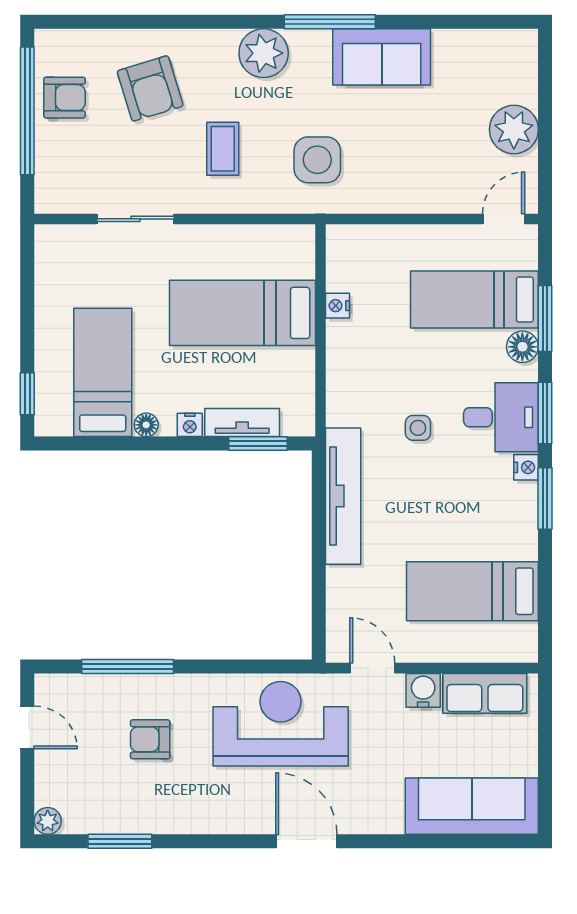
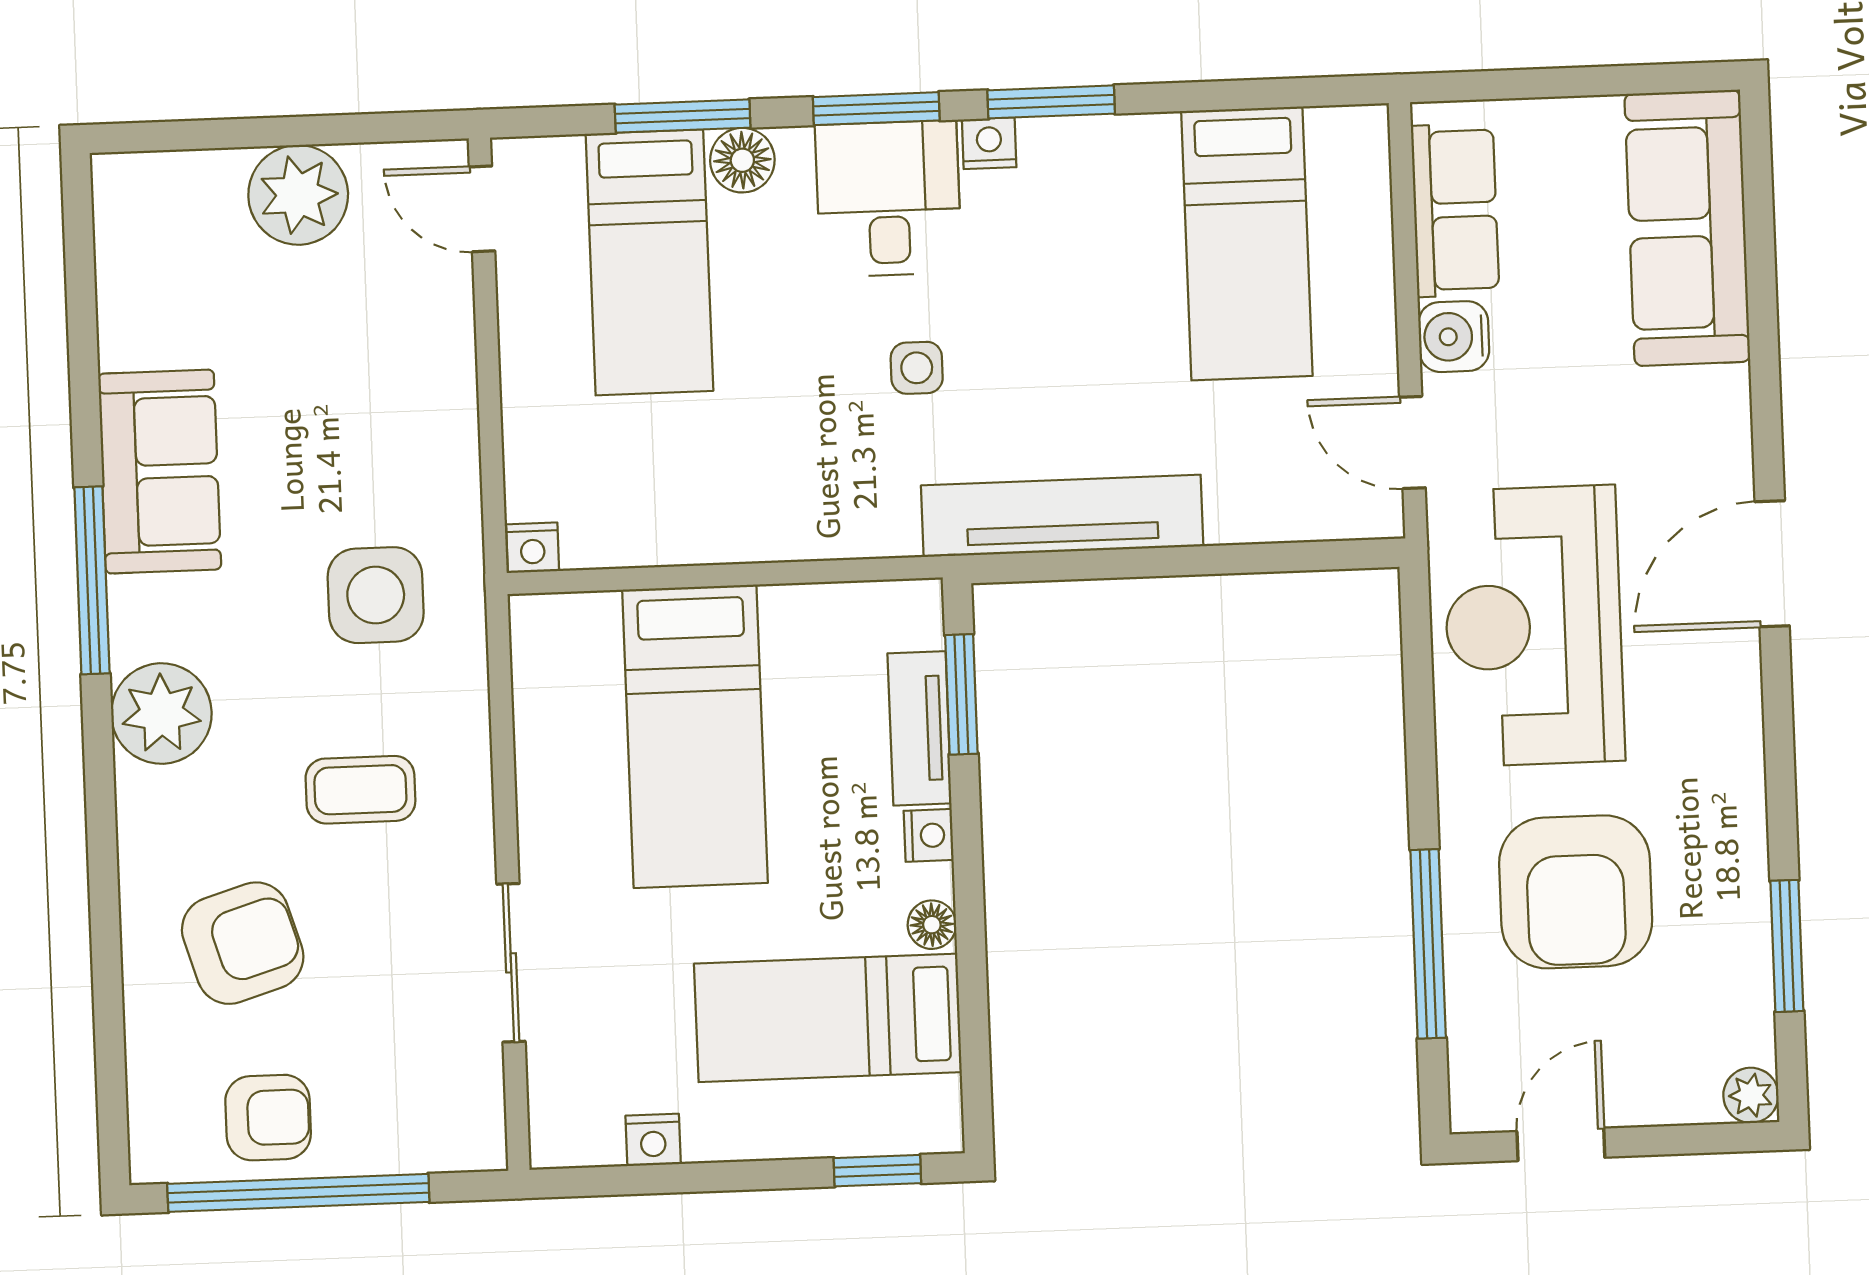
armchair: (65, 98) -> (268, 1118), turned 90
nightstand: (46, 285) -> (653, 1140), added
nightstand: (337, 306) -> (533, 548), moved
door: (372, 668) -> (1412, 442), hinge flipped
armchair: (150, 739) -> (1576, 892), width x1.88, depth x1.88

